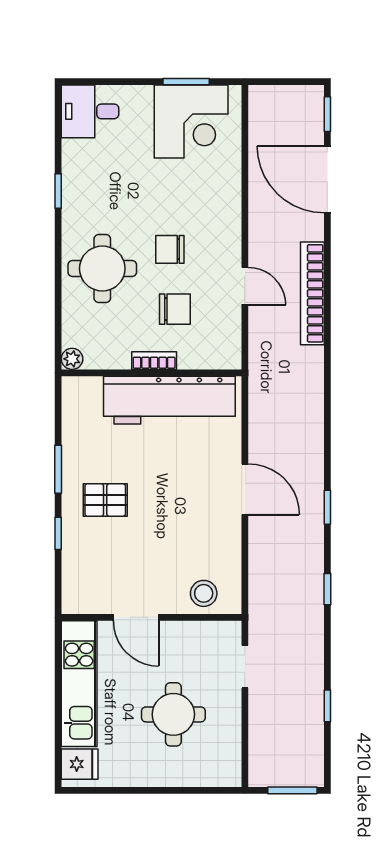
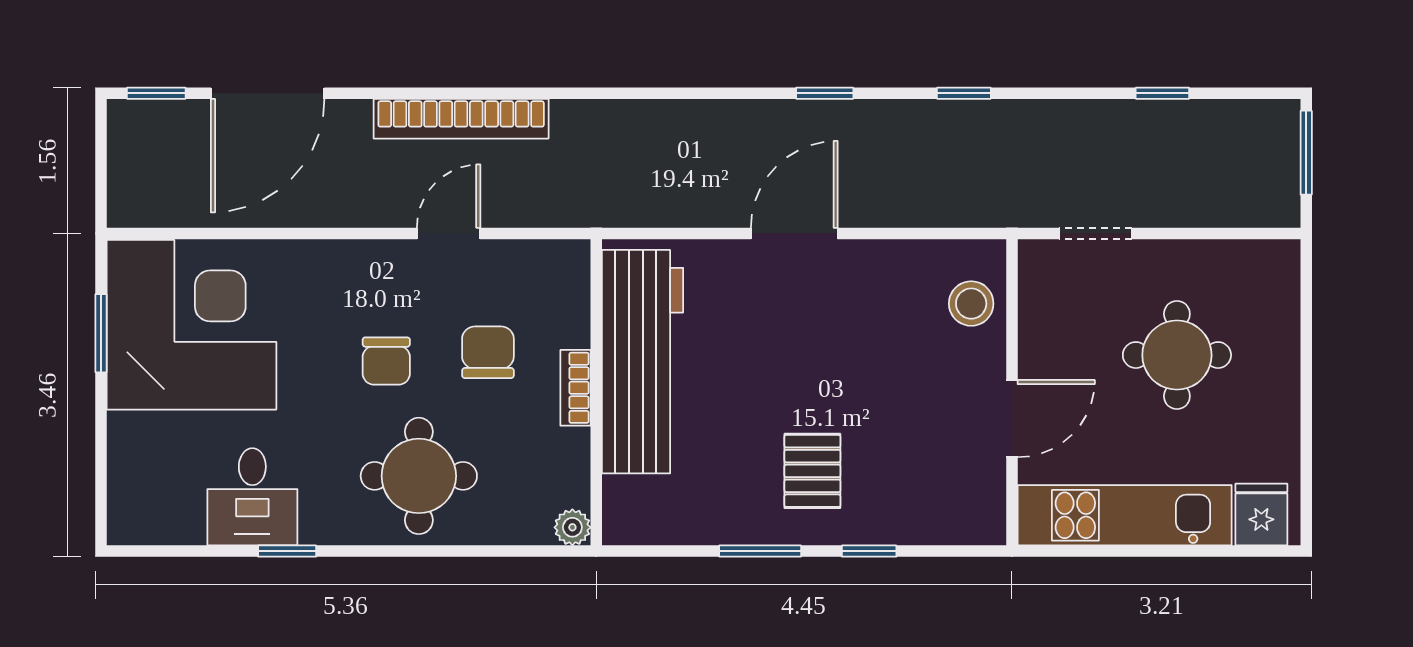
desk: (90, 111) -> (252, 497), moved
corner desk: (191, 122) -> (191, 325), width x1.36, depth x1.36

